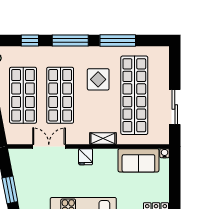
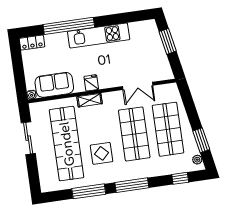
window: (30, 41) -> (180, 178), moved
fridge: (86, 157) -> (91, 83), moved

